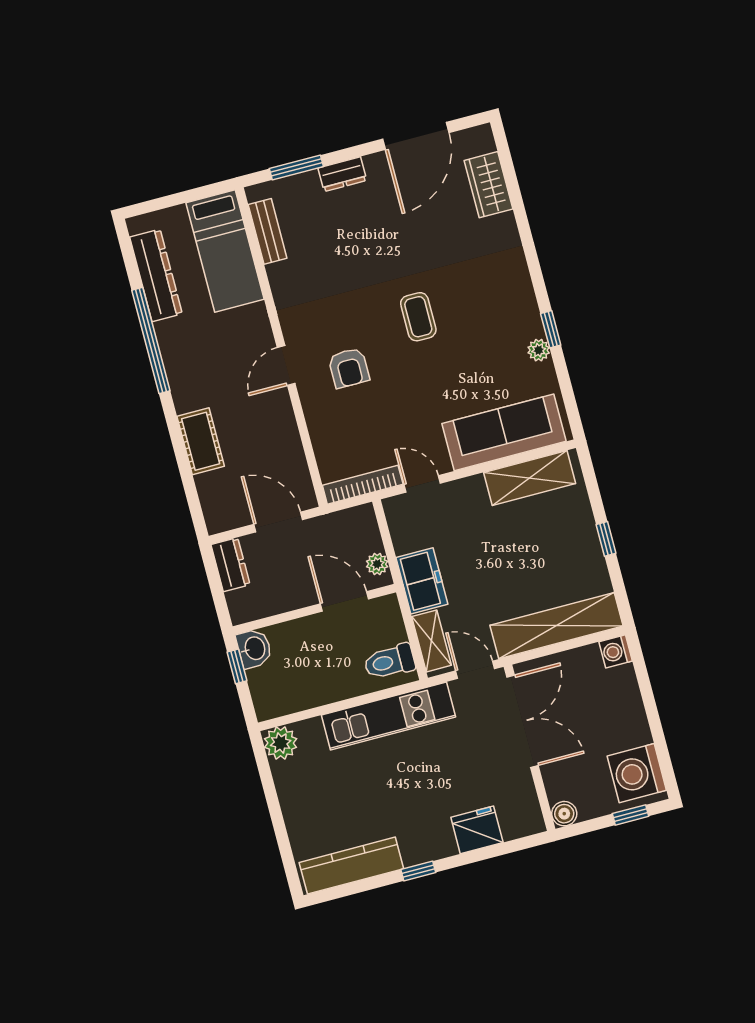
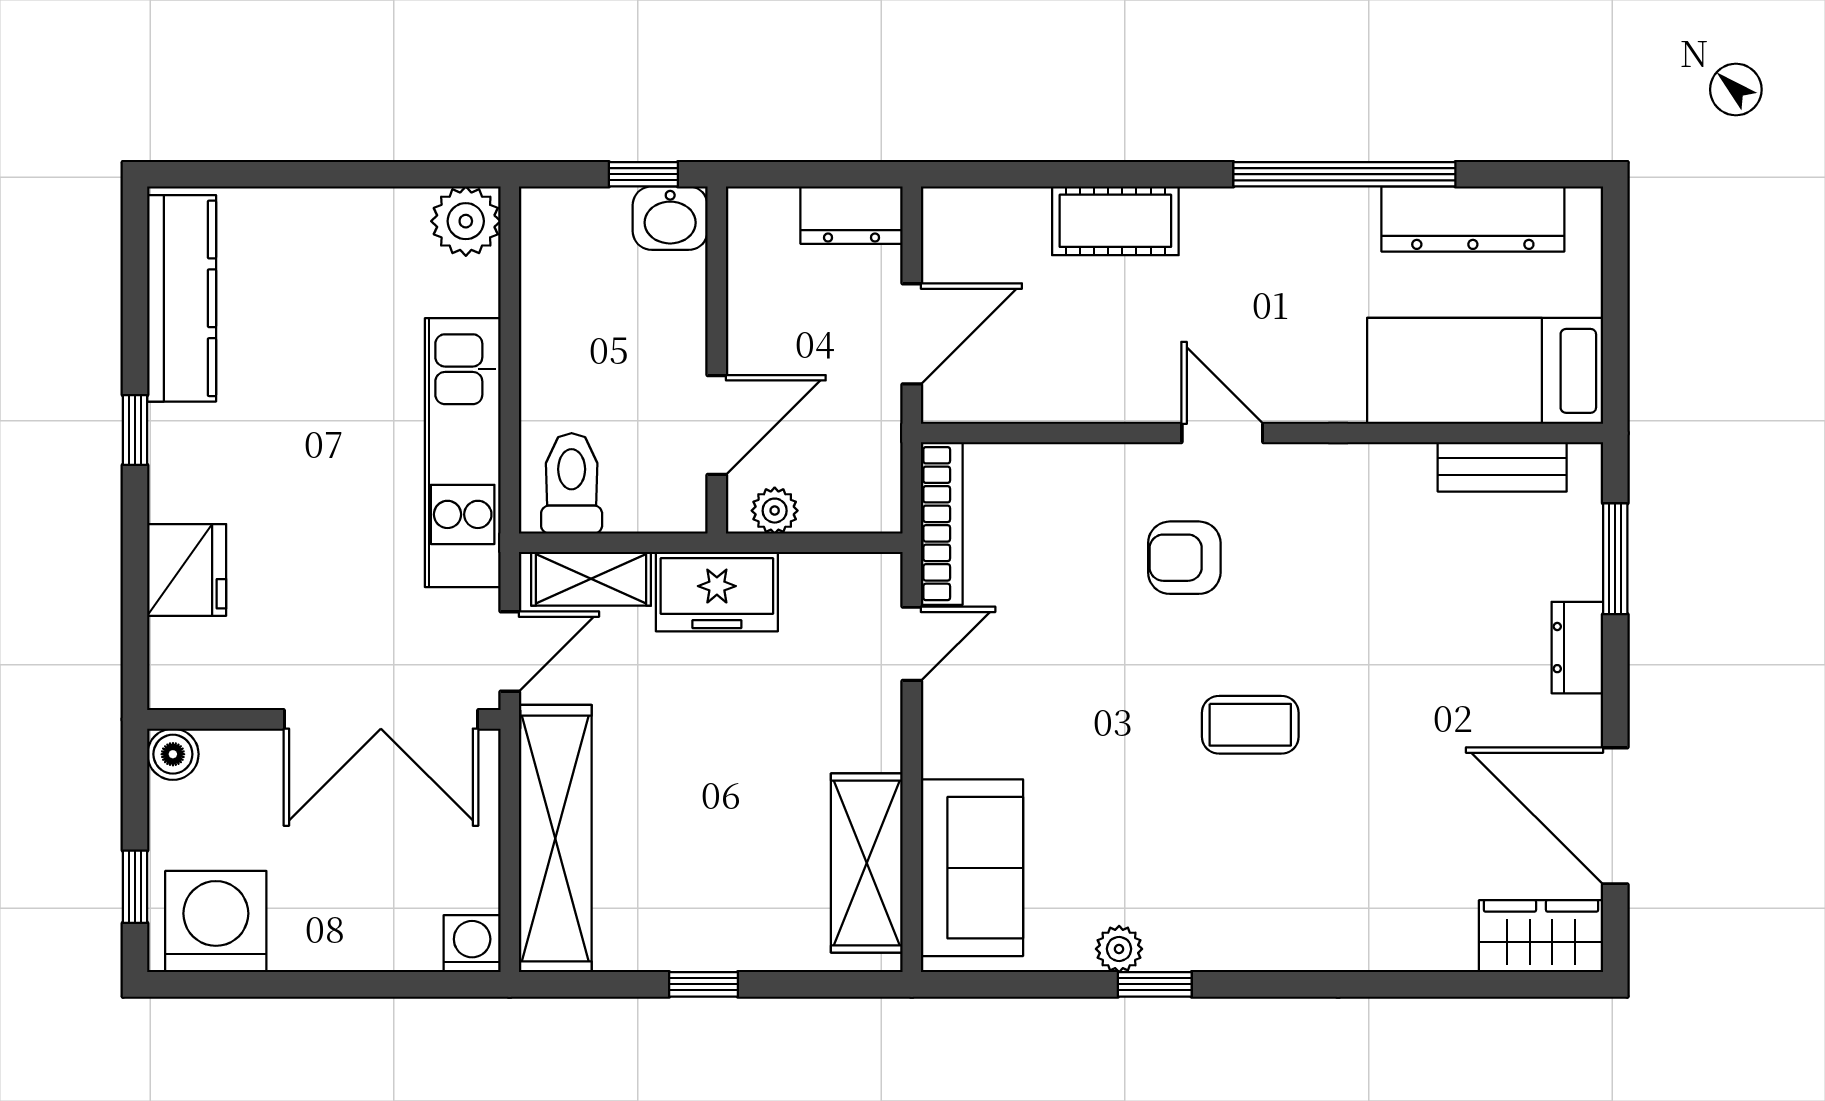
wardrobe: (489, 185) -> (1541, 936), moved
sofa: (504, 432) -> (972, 868), width x0.73

